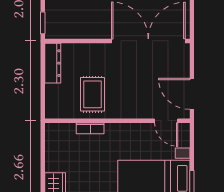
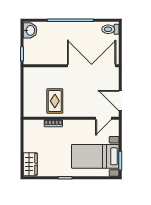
dresser: (53, 63) -> (29, 80), removed
door: (166, 121) -> (103, 118), hinge flipped

